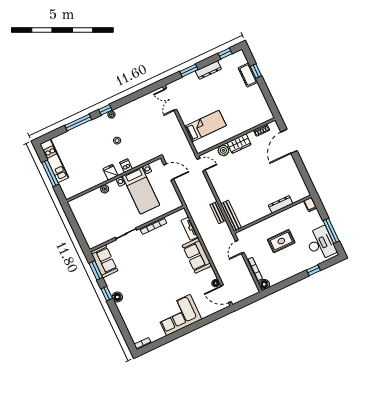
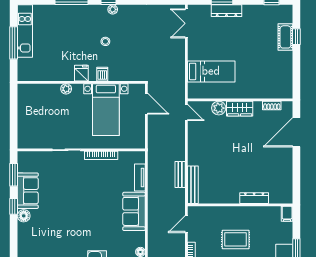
dresser: (208, 70) -> (226, 11), moved
sofa: (104, 261) -> (28, 191), moved

